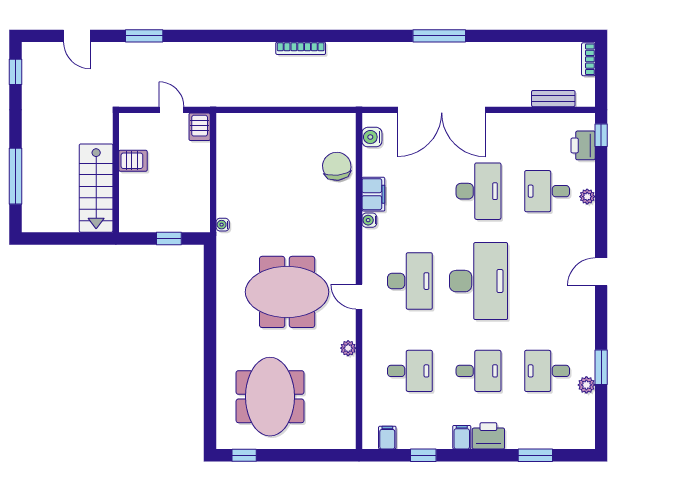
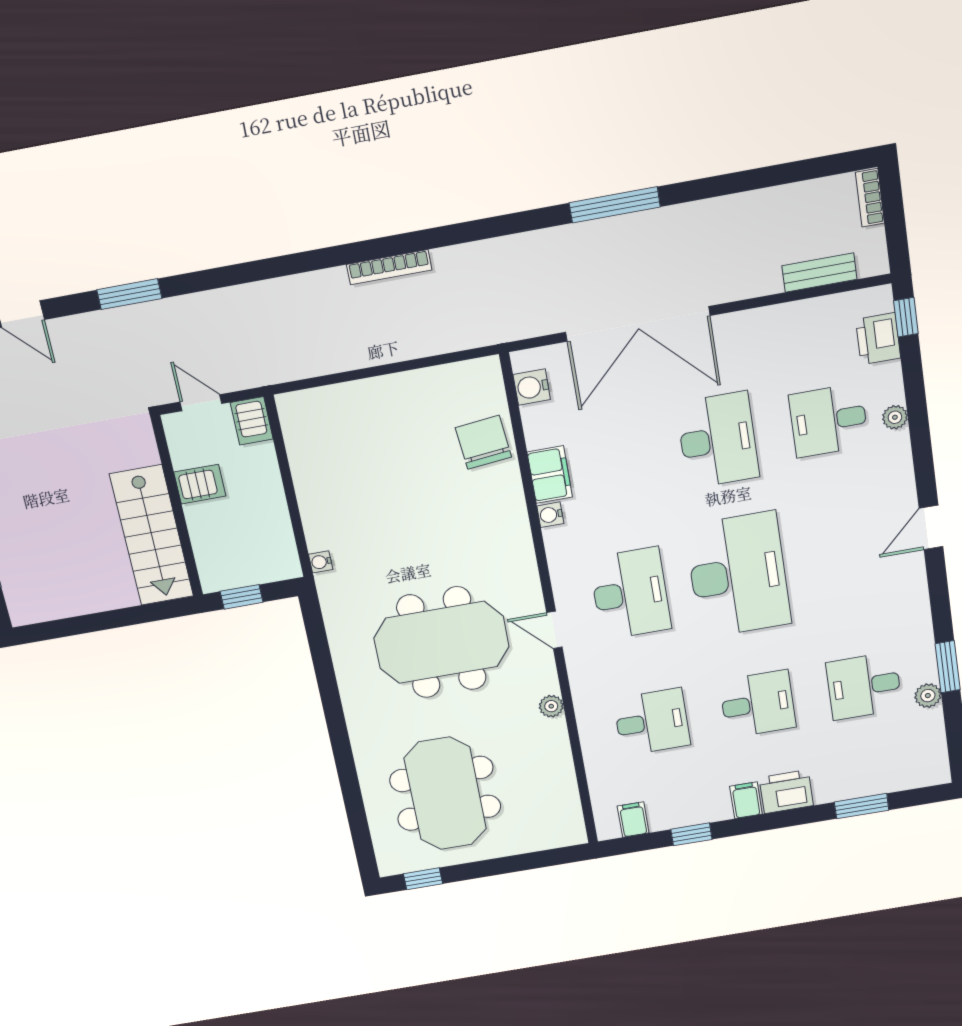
server rack: (133, 161) -> (200, 484), moved
wall: (116, 173) -> (177, 507), moved
stairs: (96, 188) -> (152, 535), moved

